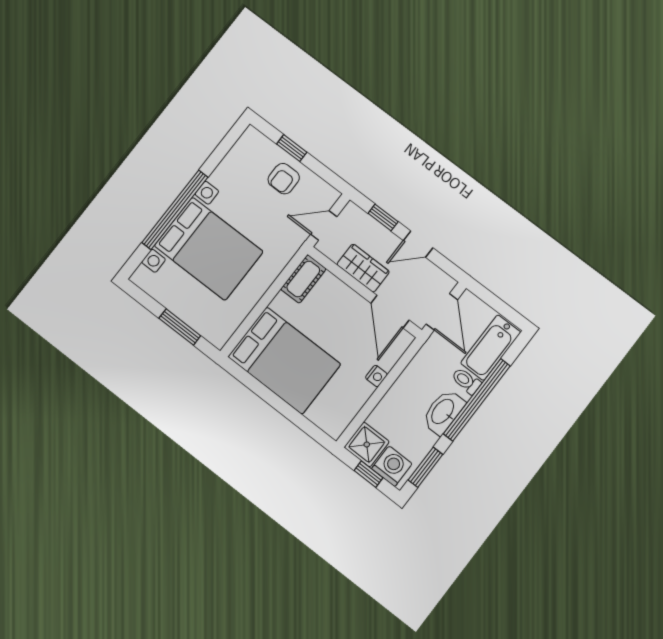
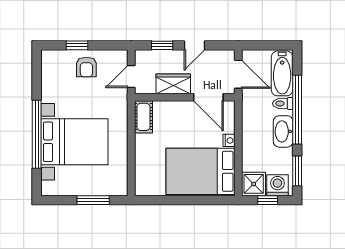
bed: (284, 361) -> (200, 171), moved, turned 180

